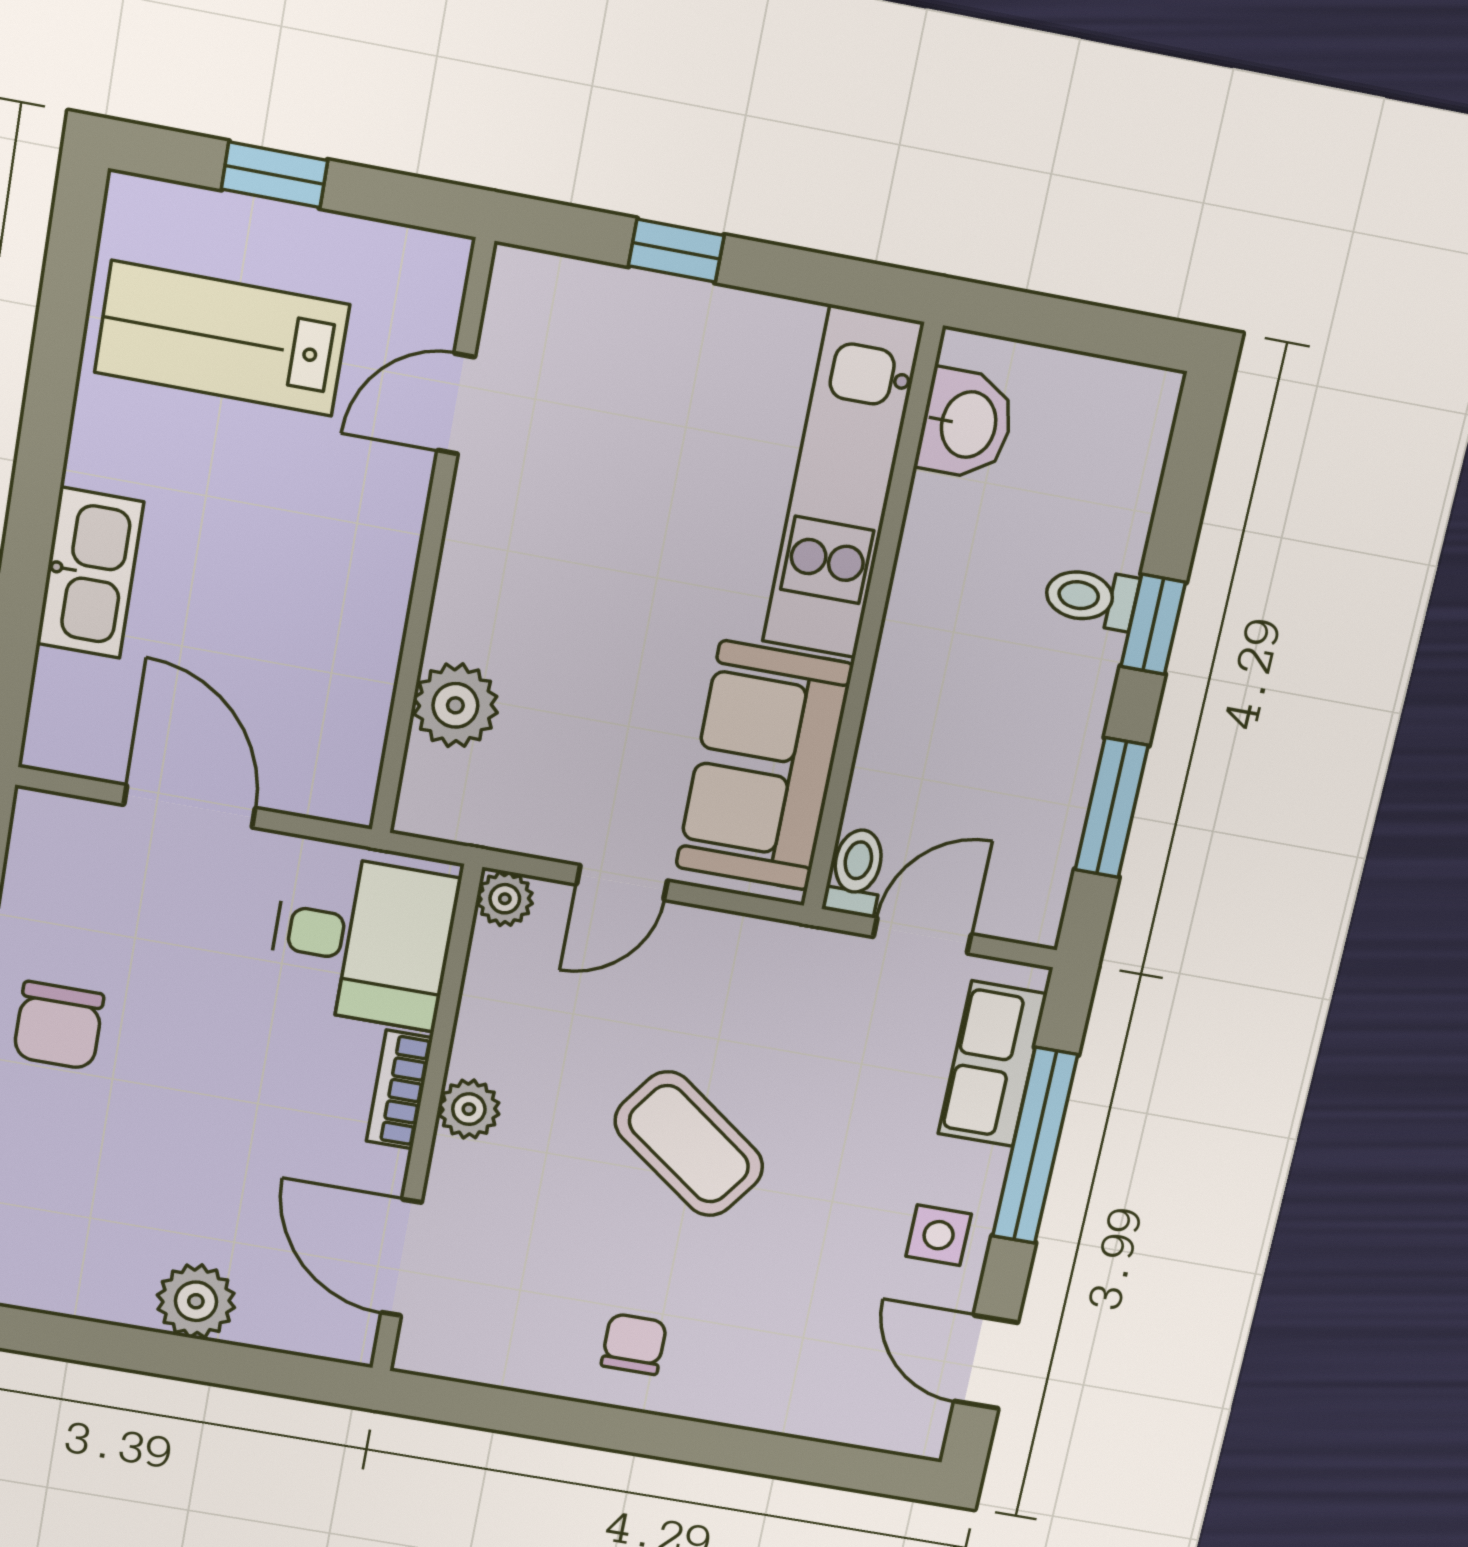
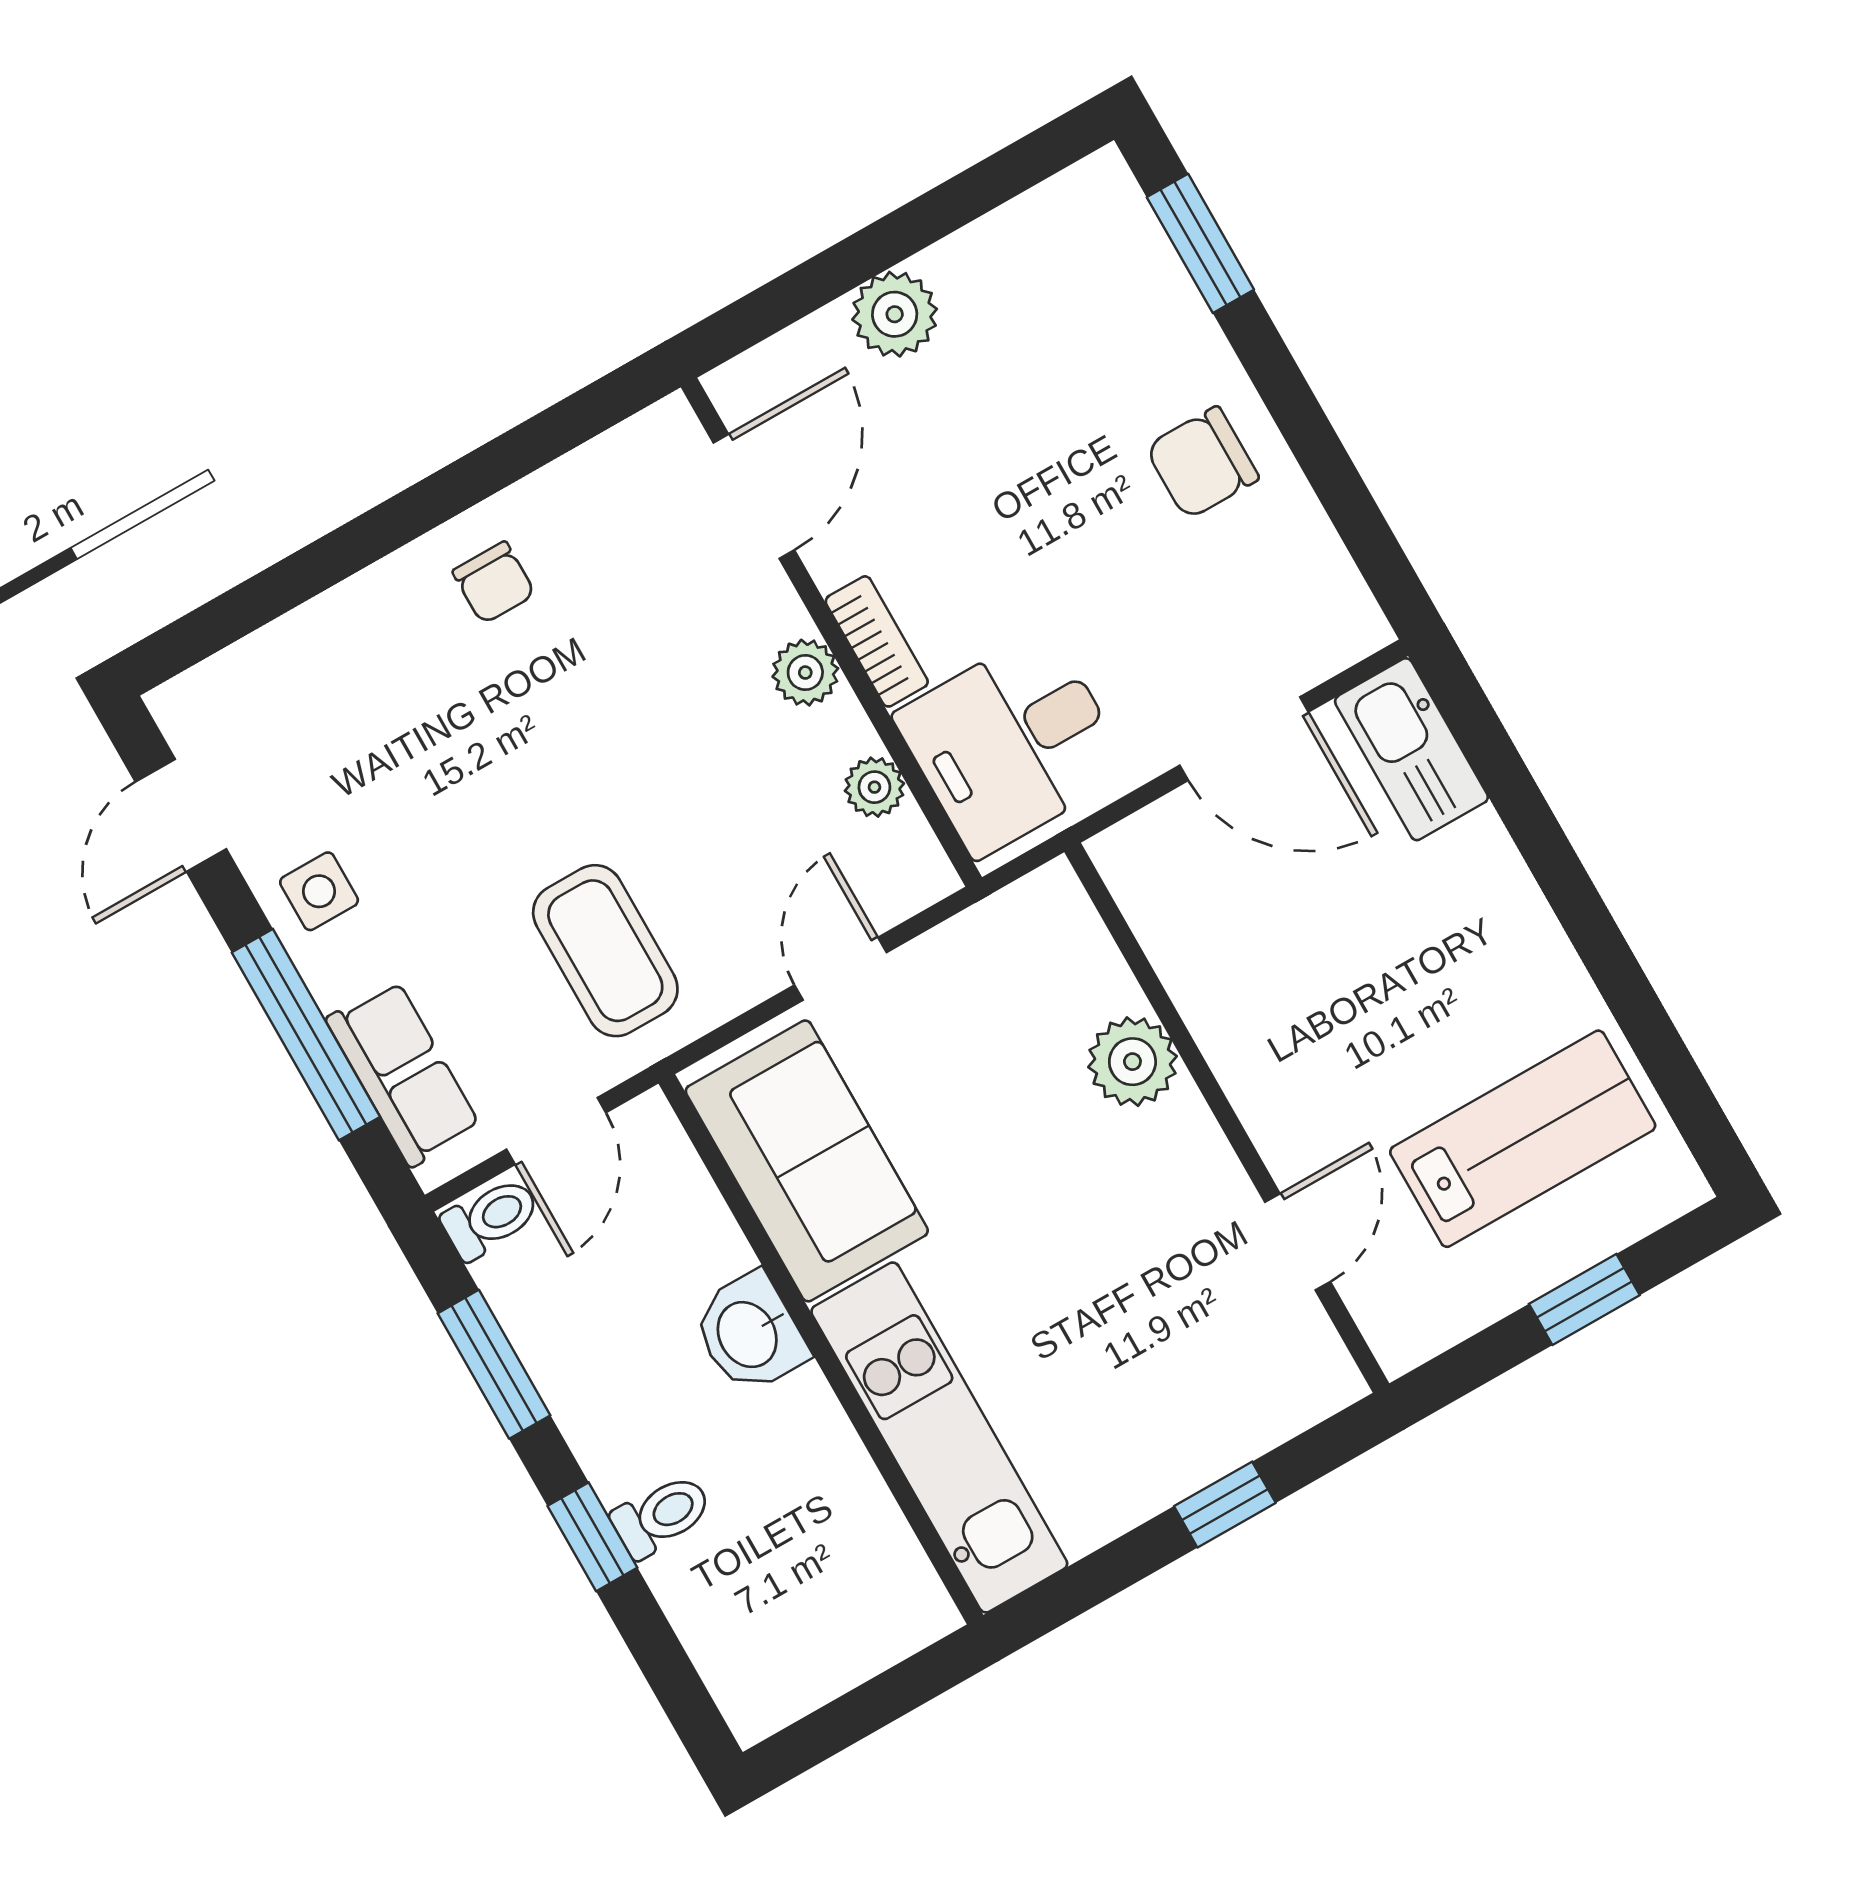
washbasin: (966, 424) -> (749, 1333), moved
kitchen sink: (90, 573) -> (1411, 749), moved
plant: (455, 705) -> (1132, 1062), moved
toilet: (856, 872) -> (491, 1218), moved, turned -90
plant: (505, 899) -> (874, 787), moved
chair: (58, 1026) -> (1202, 463), turned -90
coffee table: (689, 1144) -> (605, 951), moved, turned 54
door: (401, 1258) -> (754, 496), hinge flipped
door: (986, 1362) -> (181, 815), swing flipped

